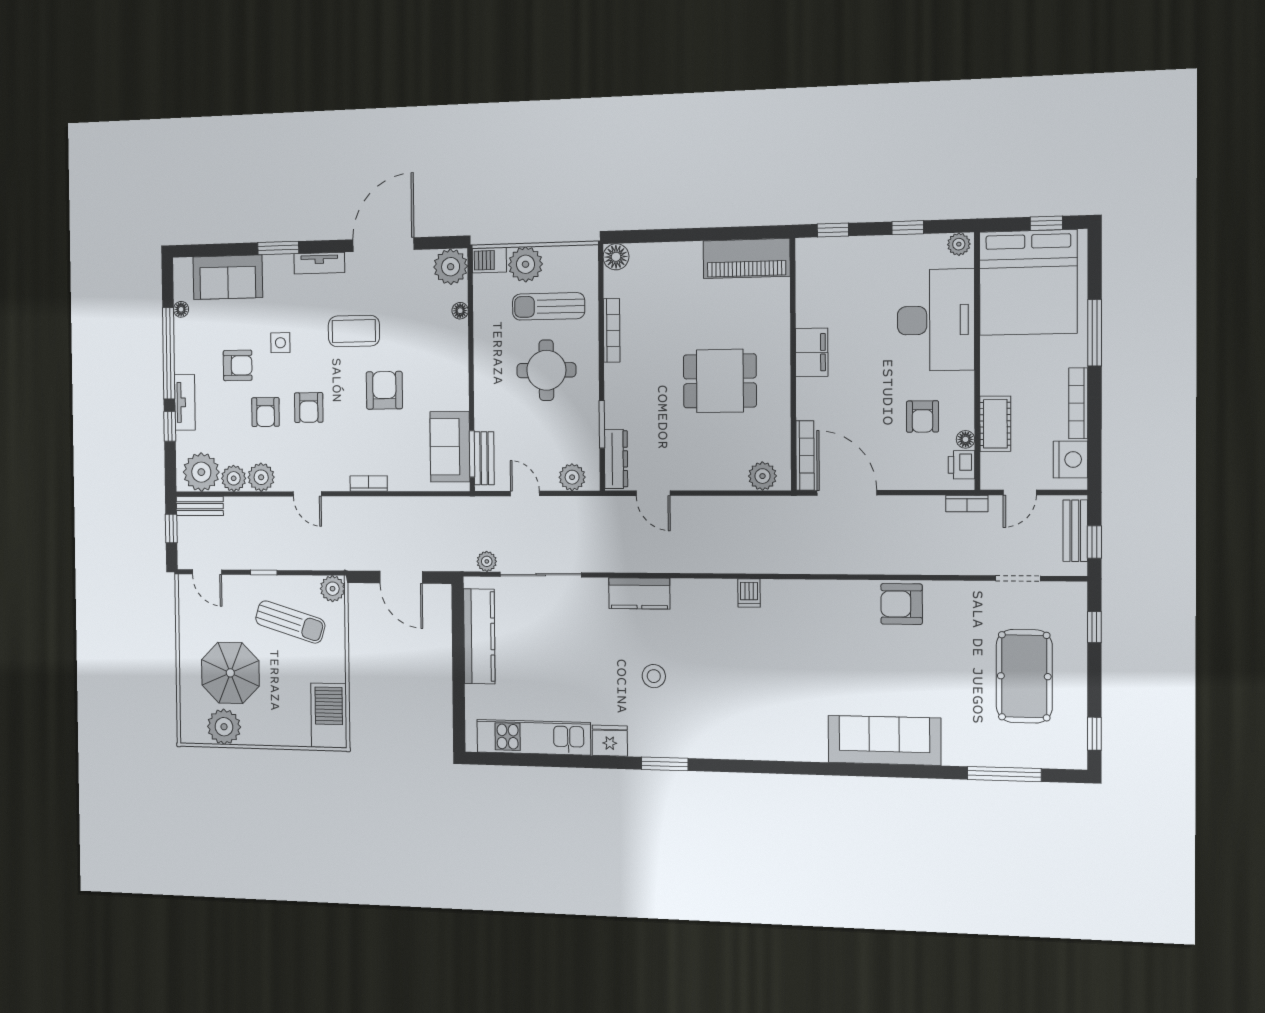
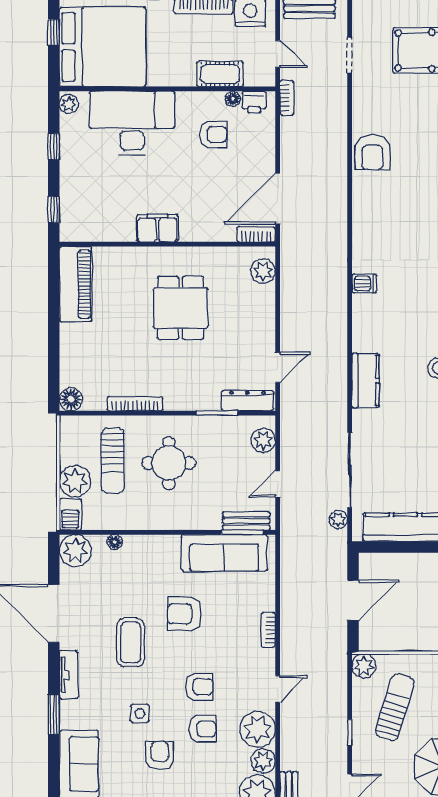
sofa: (450, 447) -> (224, 553), width x1.36
bookcase: (805, 455) -> (256, 234), width x0.64
plant: (261, 477) -> (258, 729), width x1.36, depth x1.36

